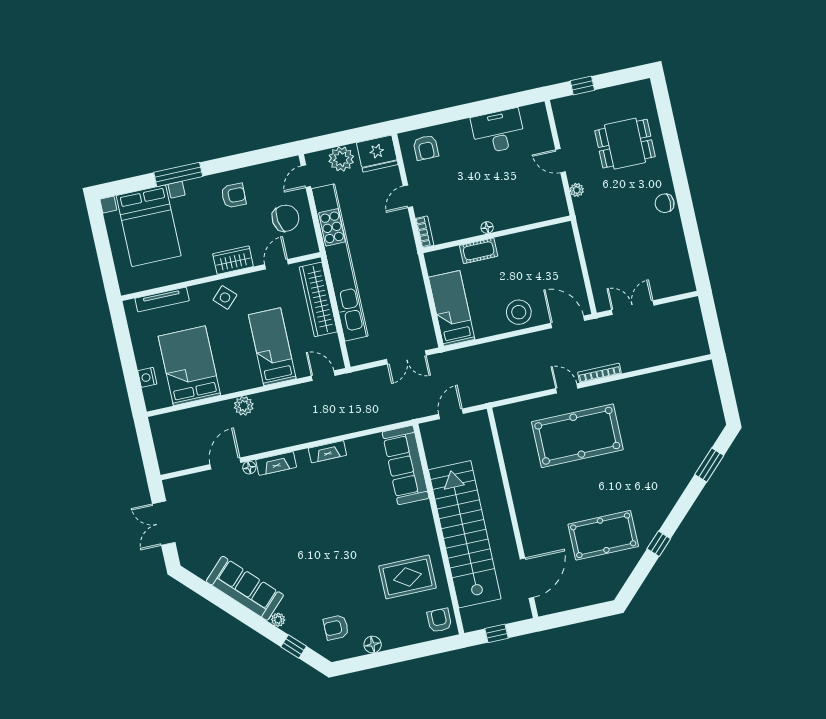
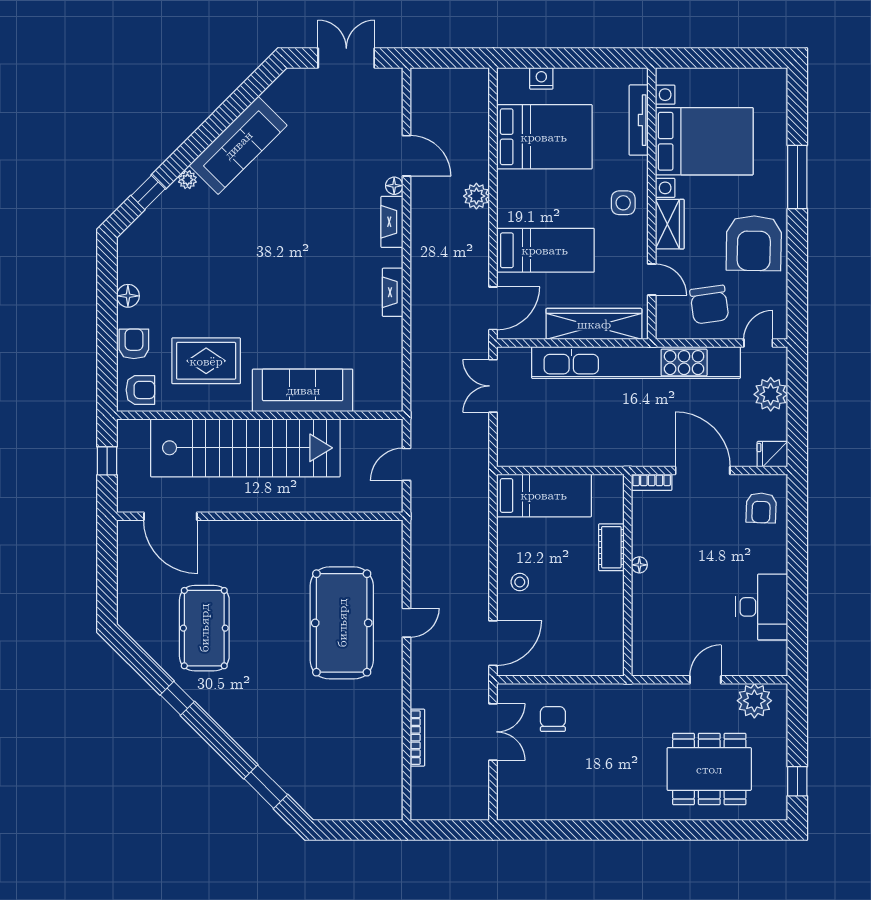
window: (582, 86) -> (797, 781), moved
dining table: (625, 144) -> (709, 769), width x1.38
armchair: (426, 148) -> (761, 508), turned -88
fridge: (377, 154) -> (772, 454), width x0.53, depth x0.75
door: (306, 176) -> (758, 343), hinge flipped
plant: (577, 190) -> (754, 701), moved, width x1.88, depth x1.88
armchair: (234, 195) -> (754, 243), width x1.88, depth x1.88
door: (408, 196) -> (703, 471), width x1.87
chair: (665, 203) -> (553, 719), moved
bed with nightstands: (149, 226) -> (704, 141), moved, turned 180
side table: (225, 297) -> (623, 203), turned 45
stool: (519, 312) -> (520, 582), width x0.53, depth x0.53
double door: (406, 357) -> (493, 386), moved
bookcase: (600, 373) -> (417, 738), moved
door: (323, 376) -> (493, 308), width x1.38
door: (451, 414) -> (406, 464), swing flipped
sofa: (406, 465) -> (303, 390), moved
rug: (407, 577) -> (206, 361), turned 90
armchair: (336, 627) -> (134, 344), moved

